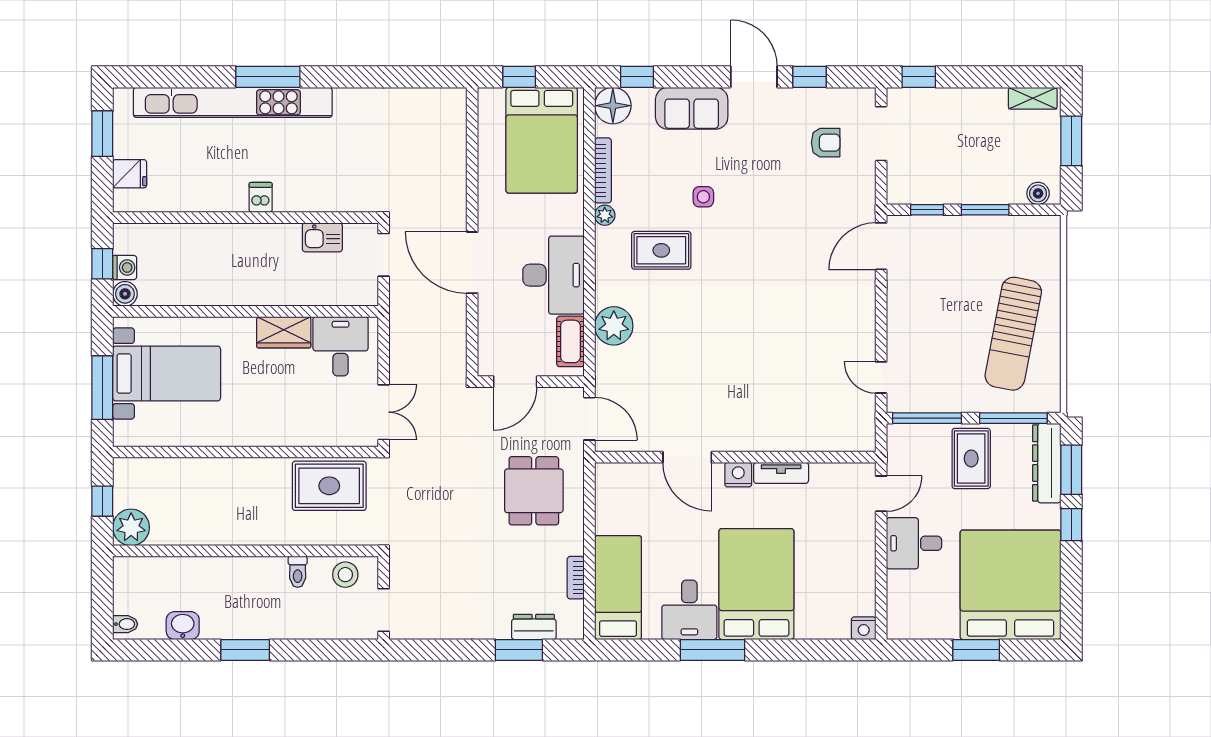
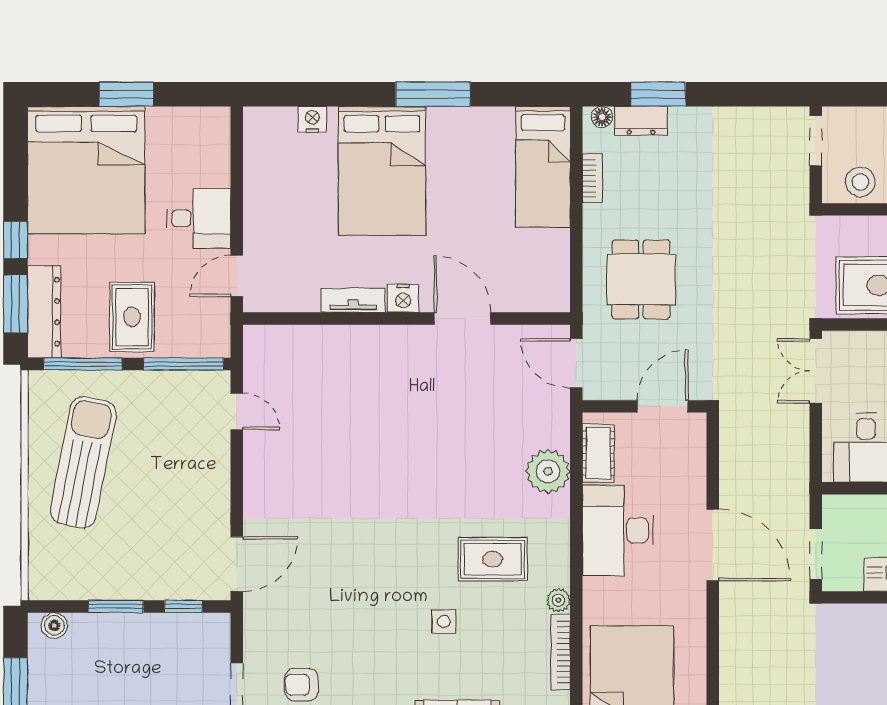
desk: (689, 610) -> (460, 141), removed
nightstand: (864, 628) -> (312, 119), moved
floor lamp: (567, 630) -> (602, 117), added

